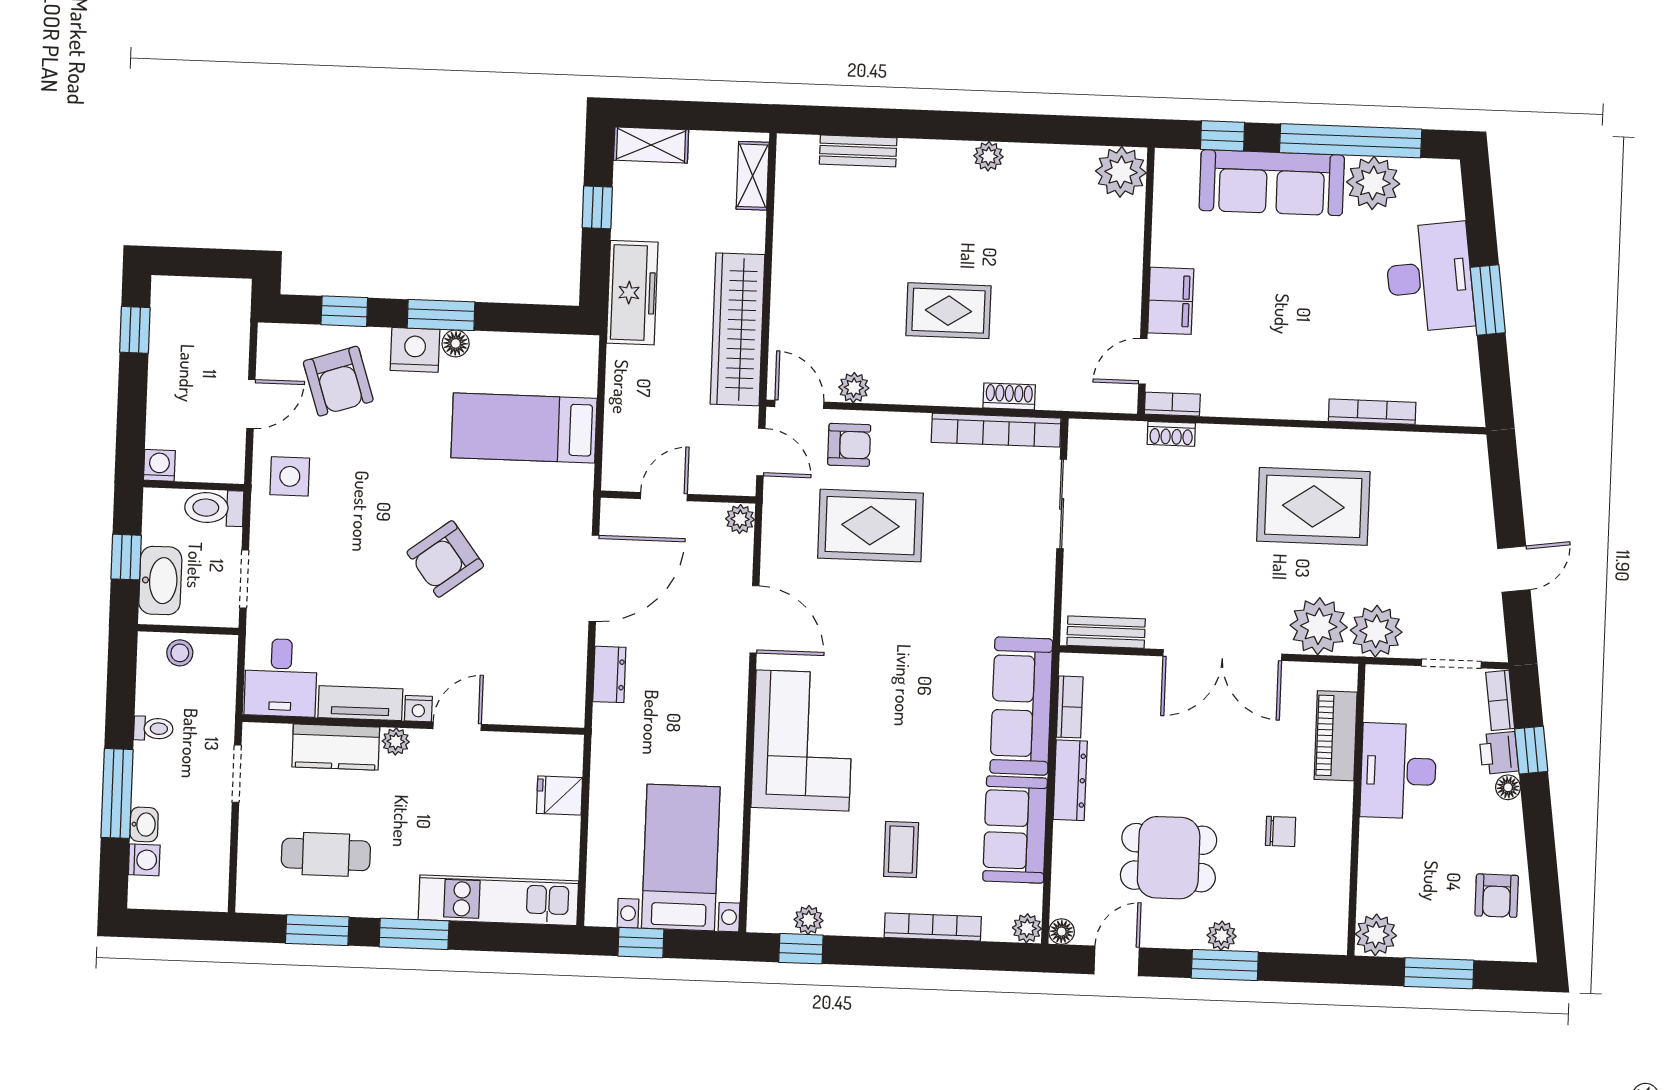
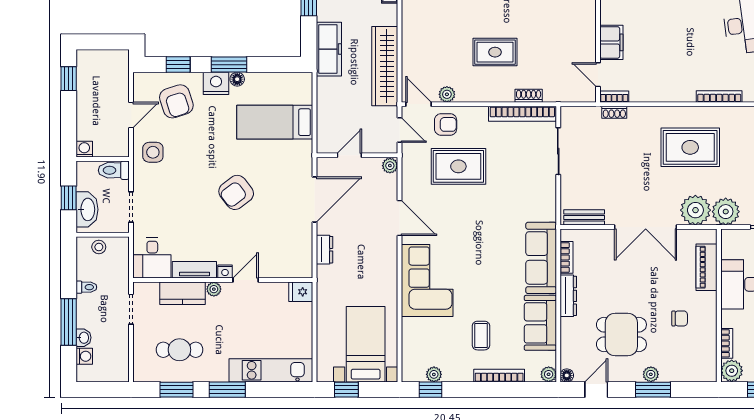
door: (1143, 361) -> (598, 75), hinge flipped
fridge: (559, 795) -> (301, 292), moved
bookcase: (1368, 882) -> (727, 343), added

